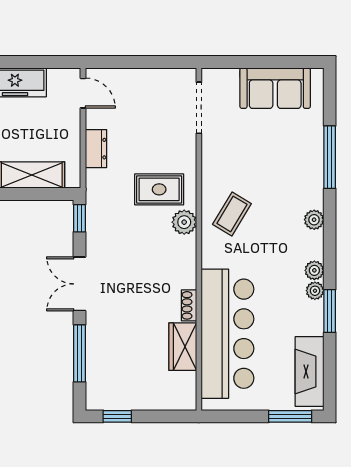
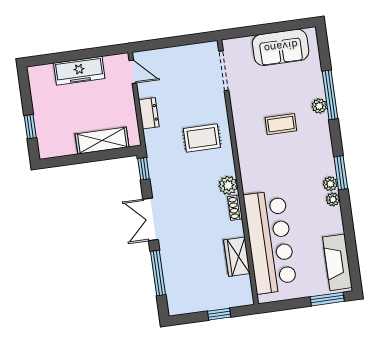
coffee table: (232, 214) -> (281, 124), moved, turned 59
plant: (314, 220) -> (319, 106), moved
plant: (184, 222) -> (228, 185), moved
shoe rack: (189, 305) -> (235, 208), moved
window: (330, 311) -> (341, 173), moved
window: (117, 416) -> (219, 314), moved

